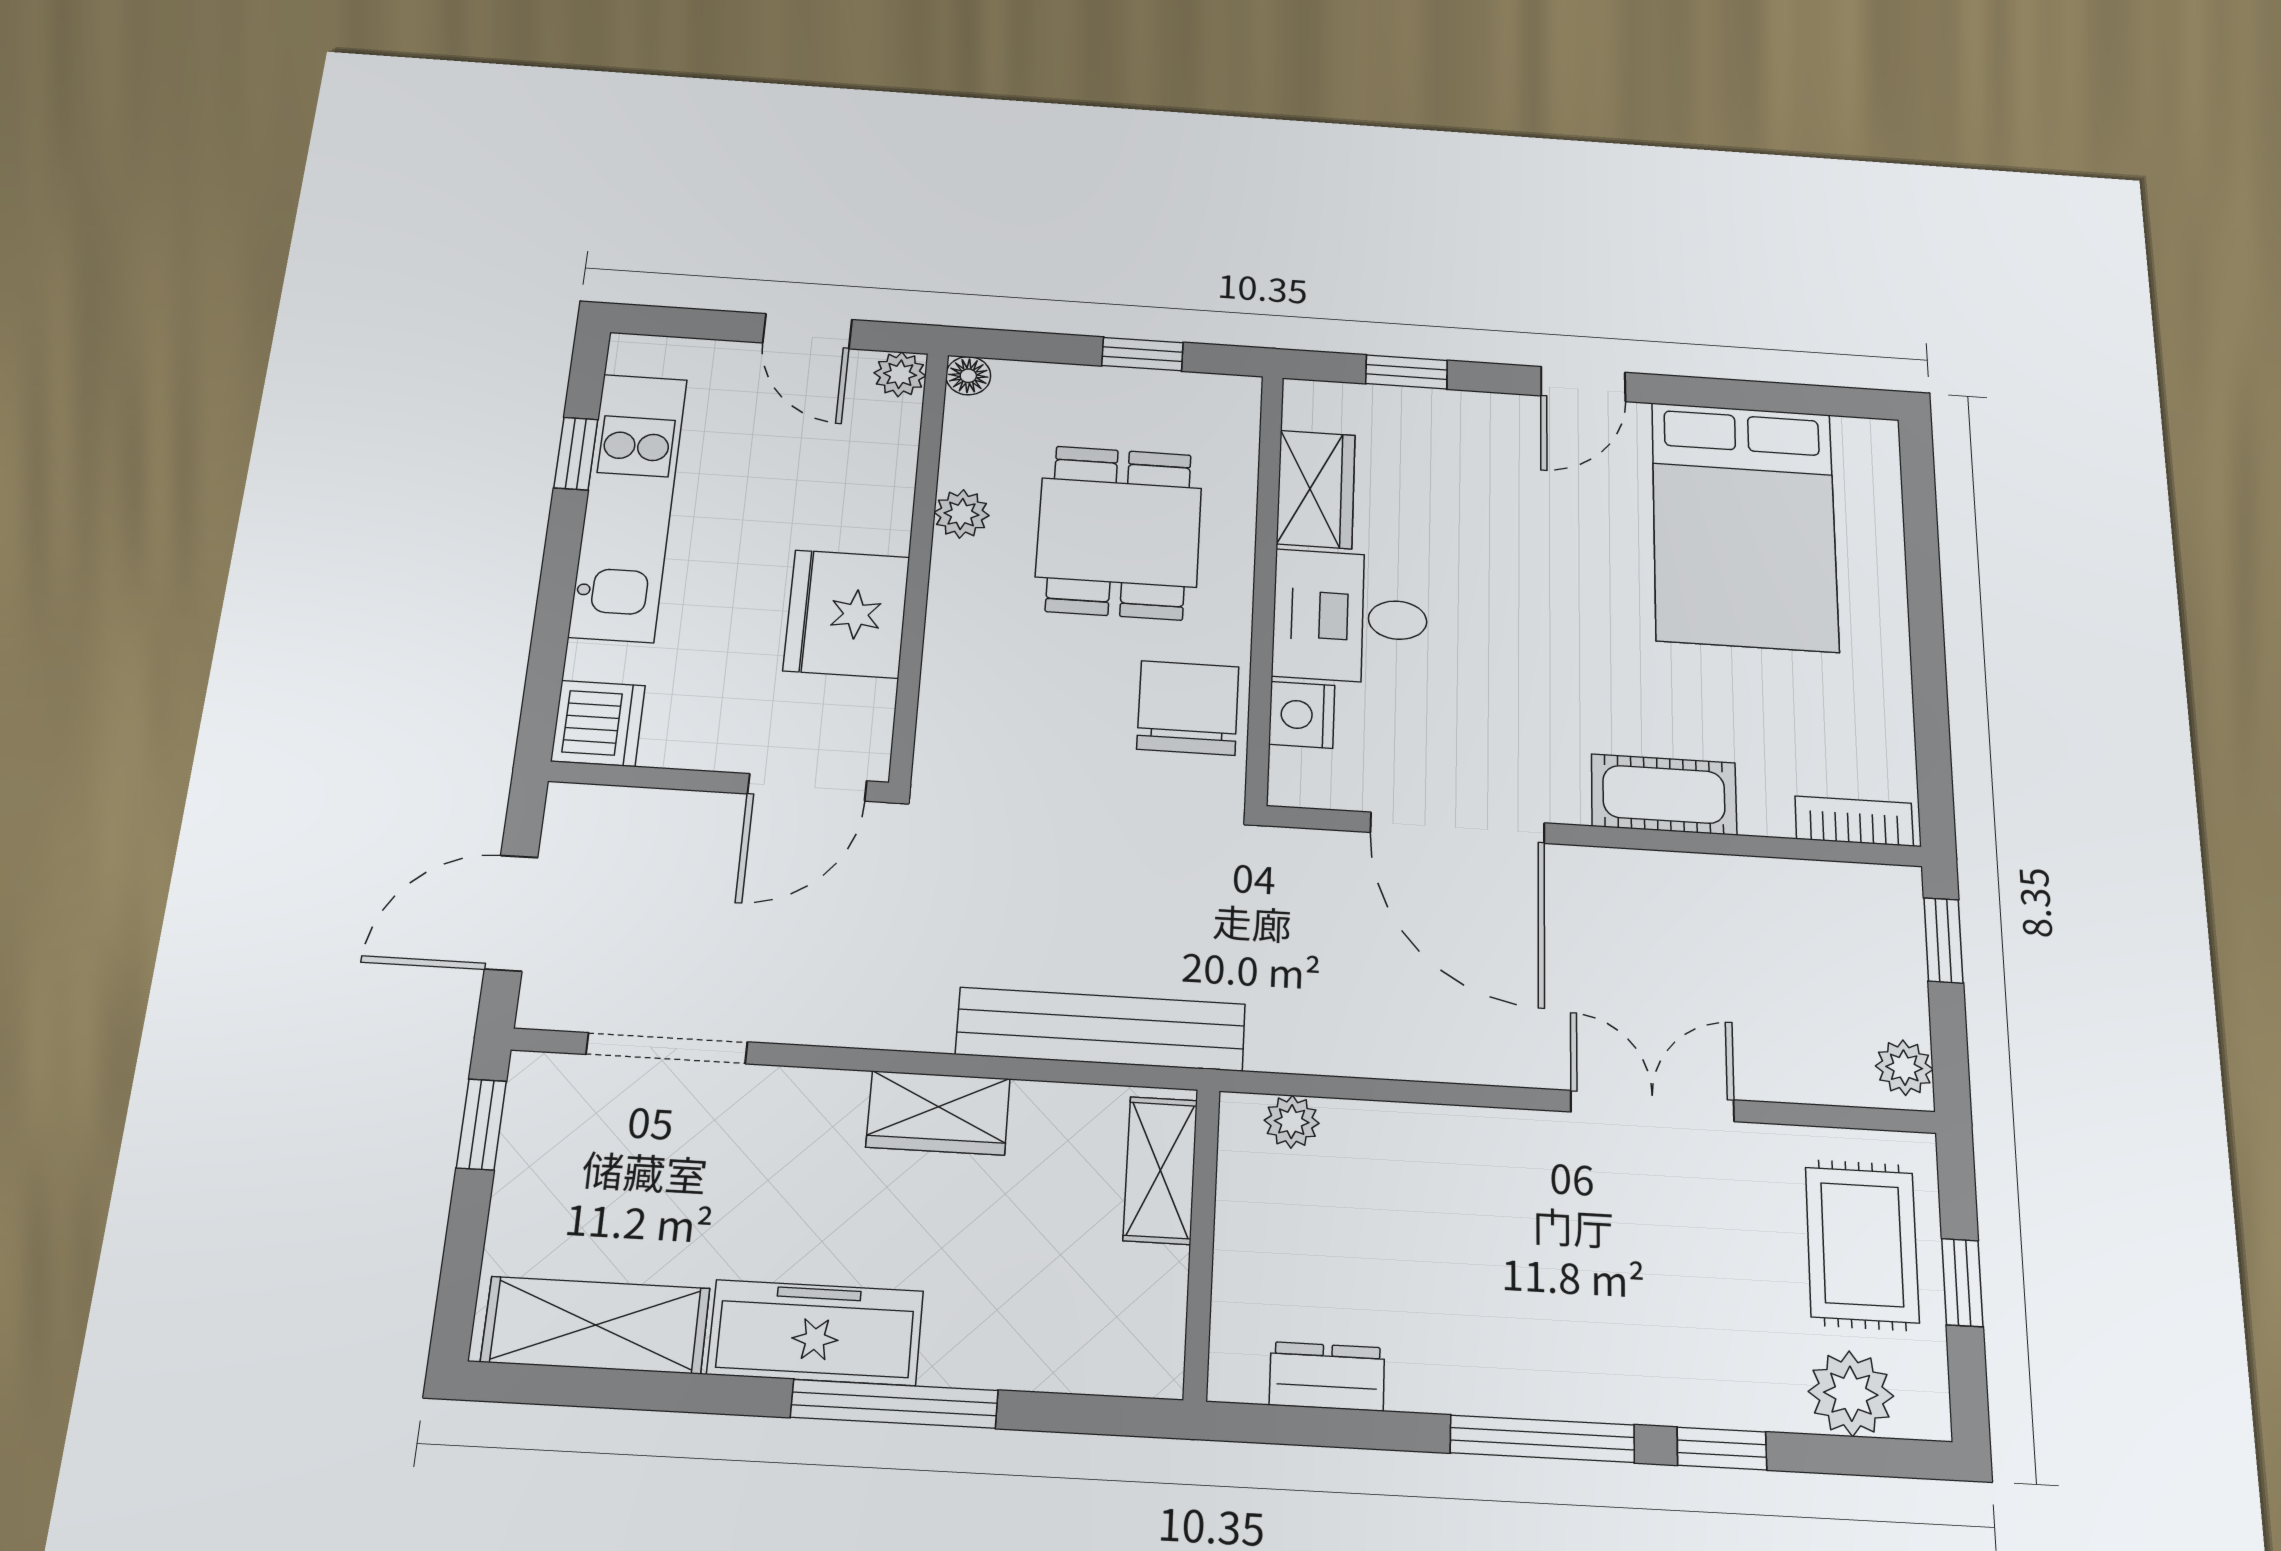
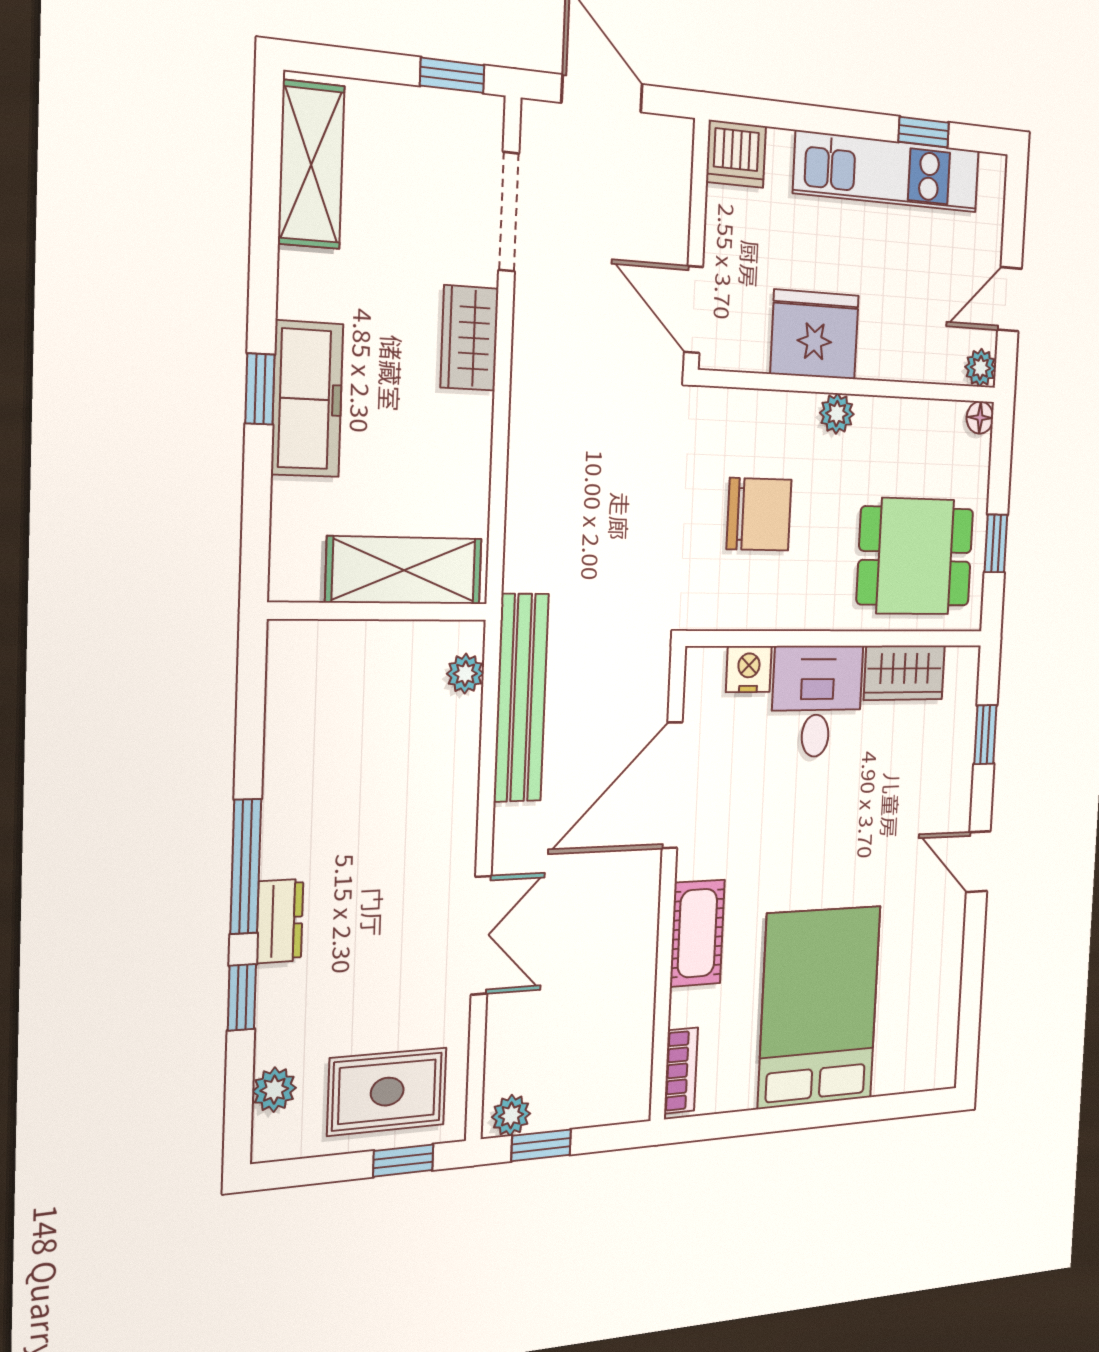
plant: (962, 514) -> (837, 414), moved
bed: (1744, 526) -> (819, 1007), moved, turned 90
dining table: (1119, 532) -> (915, 556), moved
chair: (1188, 708) -> (759, 514), moved
window: (1943, 940) -> (541, 1145), moved
bench: (1101, 1029) -> (521, 698), moved
wardrobe: (938, 1113) -> (470, 338), moved
shelving: (1160, 1170) -> (404, 570), width x1.50, depth x1.33
window: (1962, 1283) -> (403, 1161), moved
freezer: (816, 1333) -> (307, 399), moved
dresser: (1327, 1376) -> (280, 921), moved
plant: (1851, 1394) -> (274, 1090), width x0.73, depth x0.73
window: (894, 1404) -> (260, 389), width x0.46

